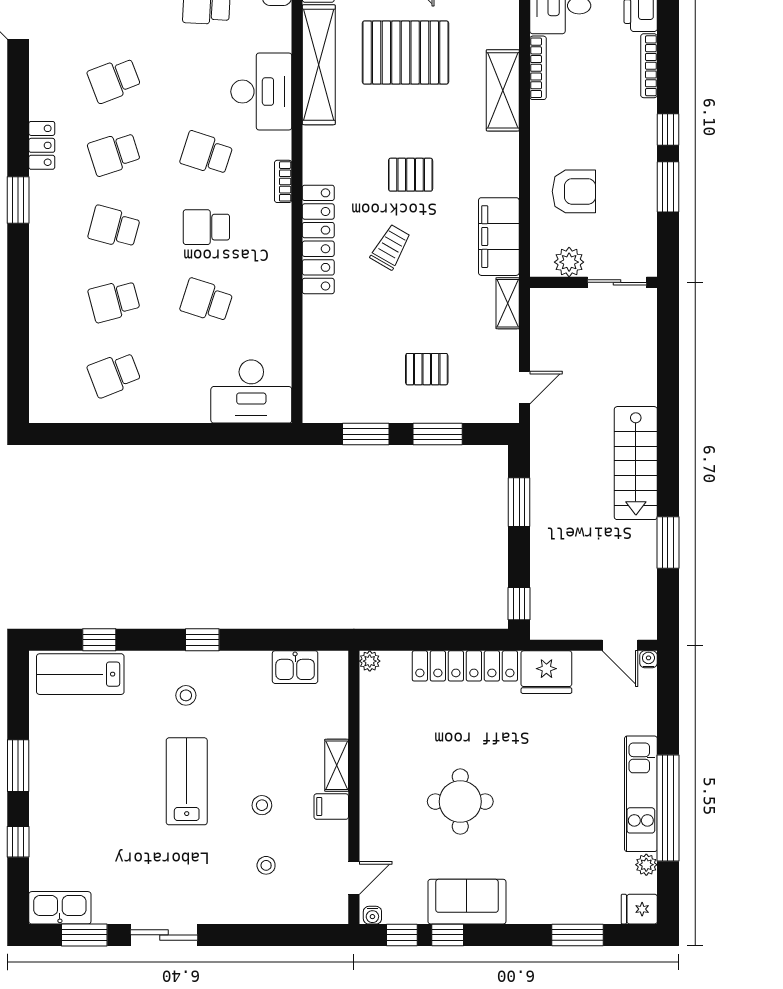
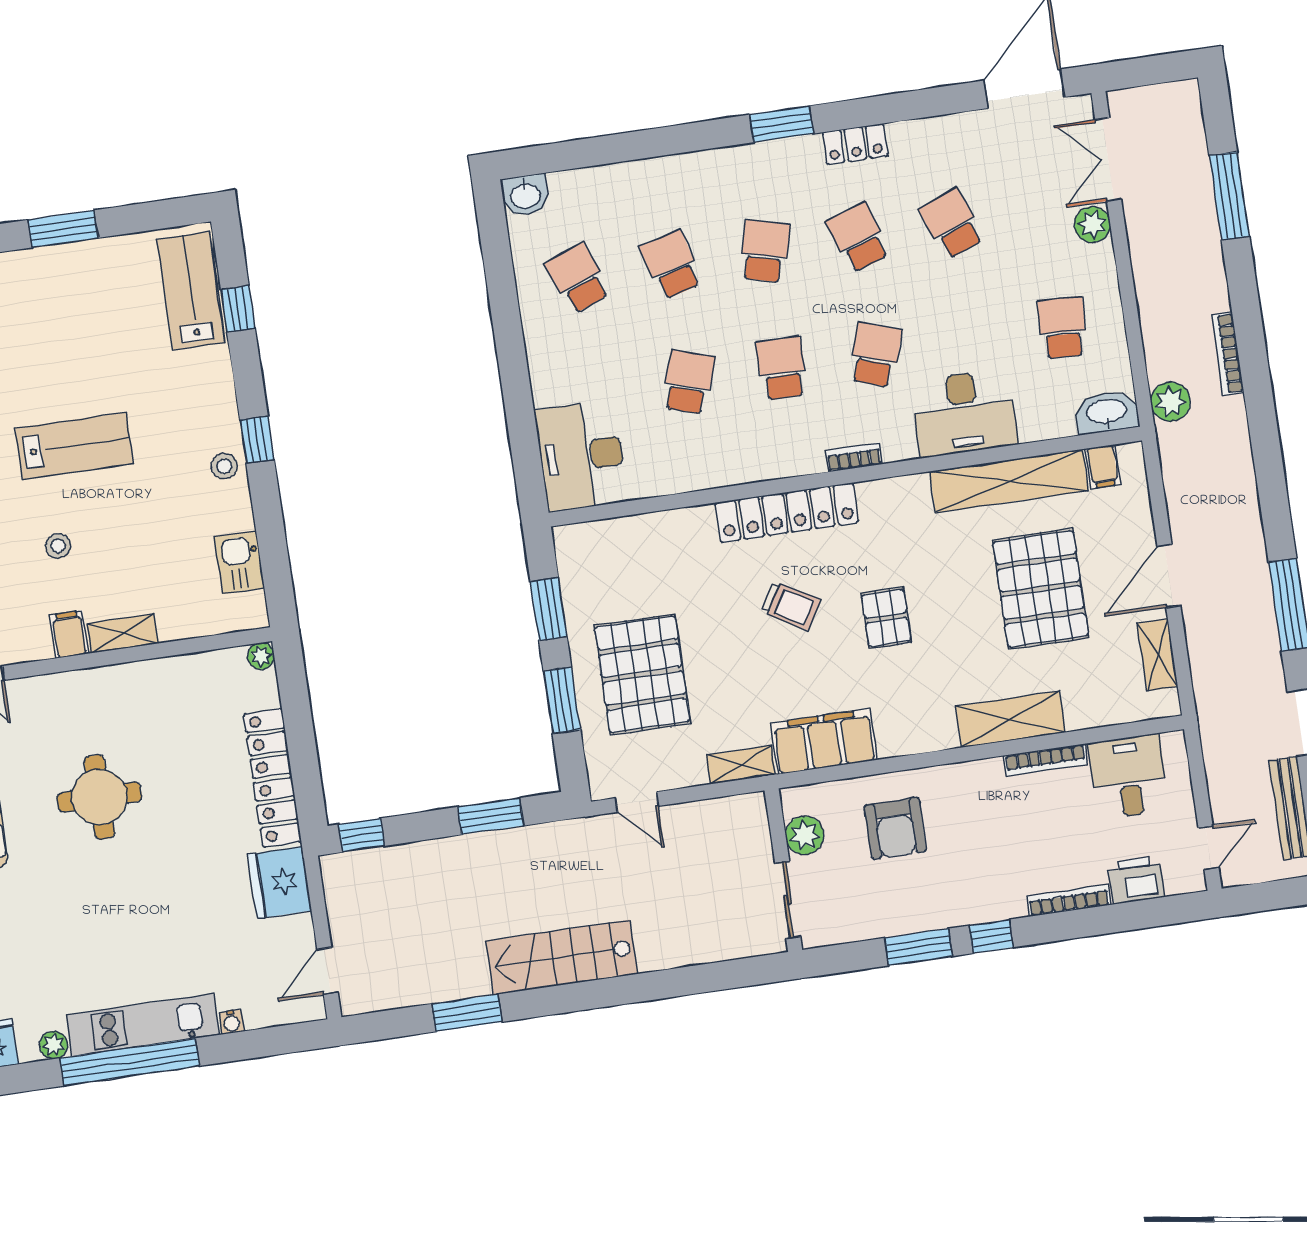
pallet: (427, 369) -> (642, 674), width x2.05, depth x2.00
washbasin: (44, 405) -> (525, 195), added
water cooler: (648, 659) -> (231, 1022), moved, turned 90
stool: (186, 695) -> (224, 466), moved

